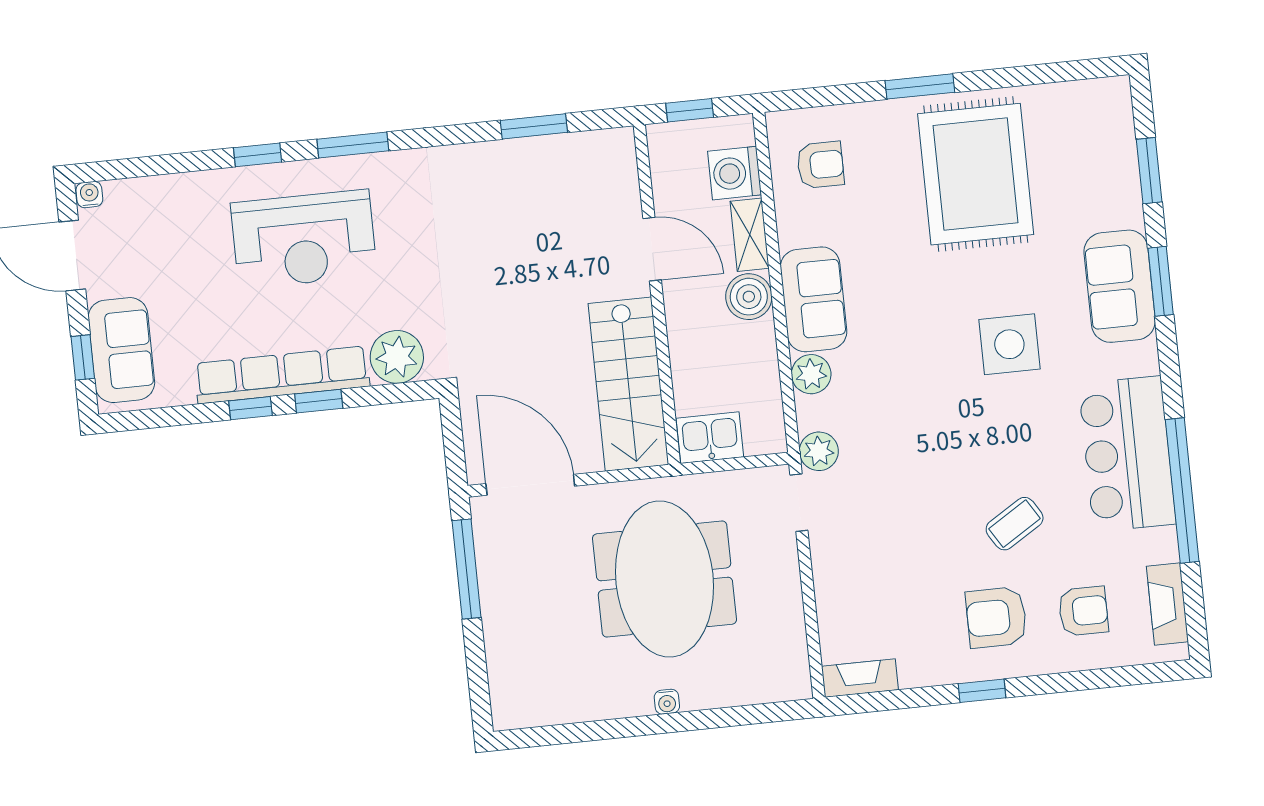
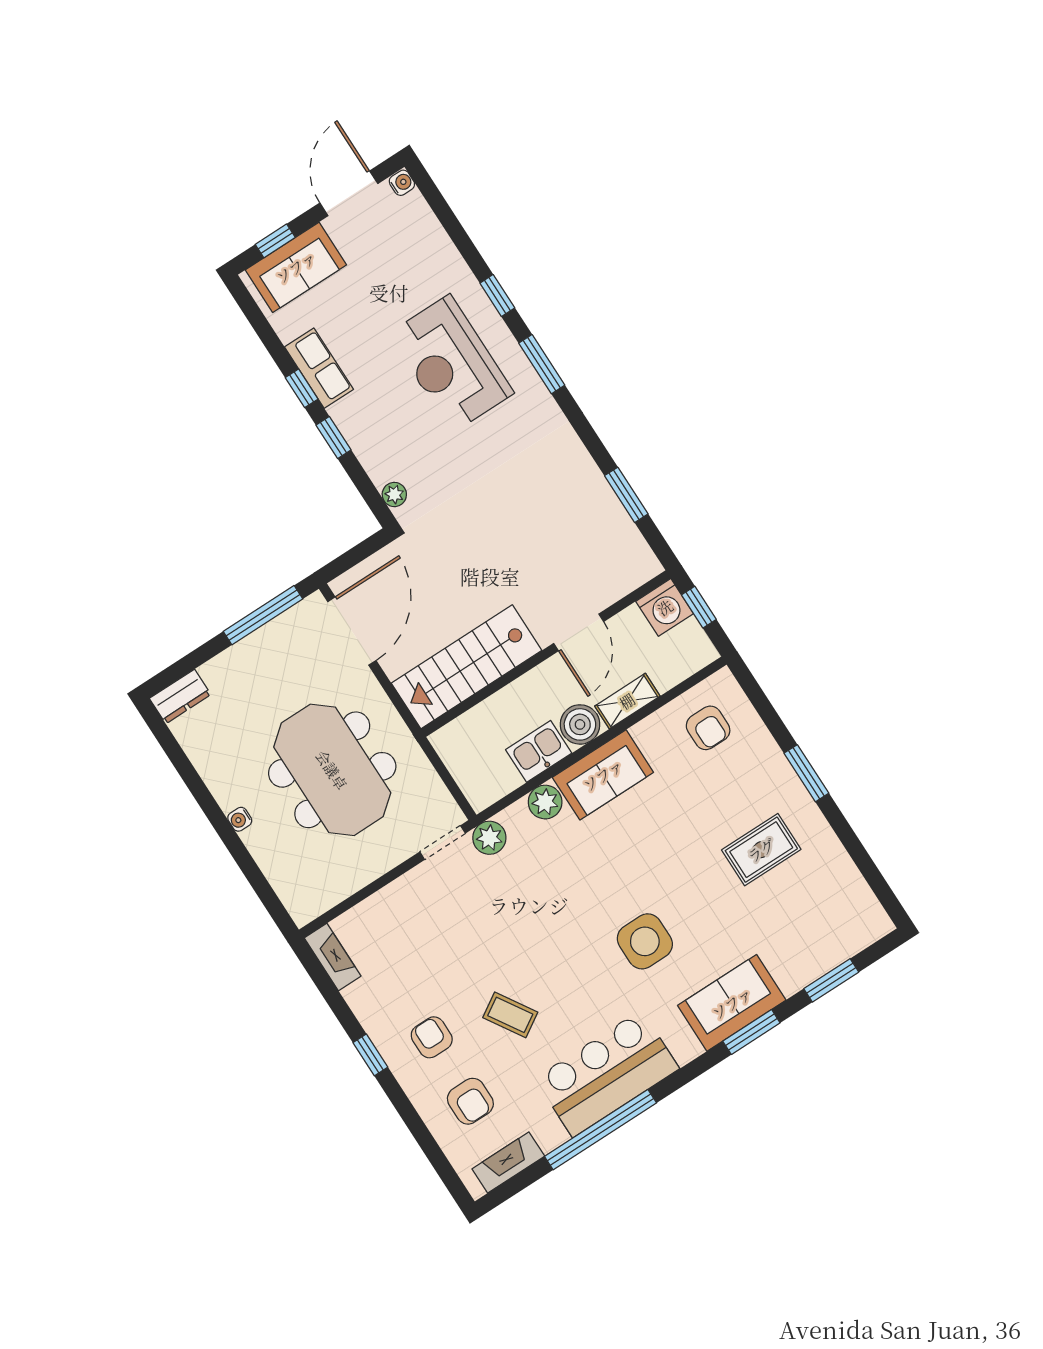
washing machine: (735, 173) -> (665, 607), moved, turned 180
rug: (976, 174) -> (761, 850), width x0.54, depth x0.49
plant: (397, 357) -> (394, 494), width x0.53, depth x0.53
row of seats: (282, 375) -> (319, 368), width x0.50
kitchen sink: (710, 438) -> (539, 751), moved, turned -90
meeting table: (664, 579) -> (332, 770), turned 90
armchair: (996, 617) -> (432, 1037), width x0.72, depth x0.72
dresser: (507, 699) -> (180, 696), added

